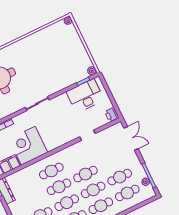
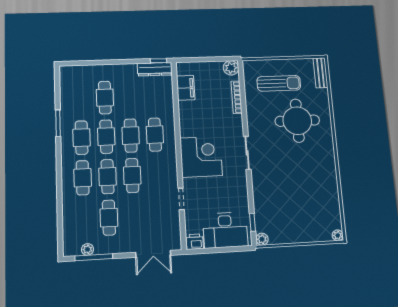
desk: (85, 96) -> (225, 230), moved, turned 90
corner desk: (28, 146) -> (201, 157), moved
cafe table: (127, 193) -> (84, 219), removed

